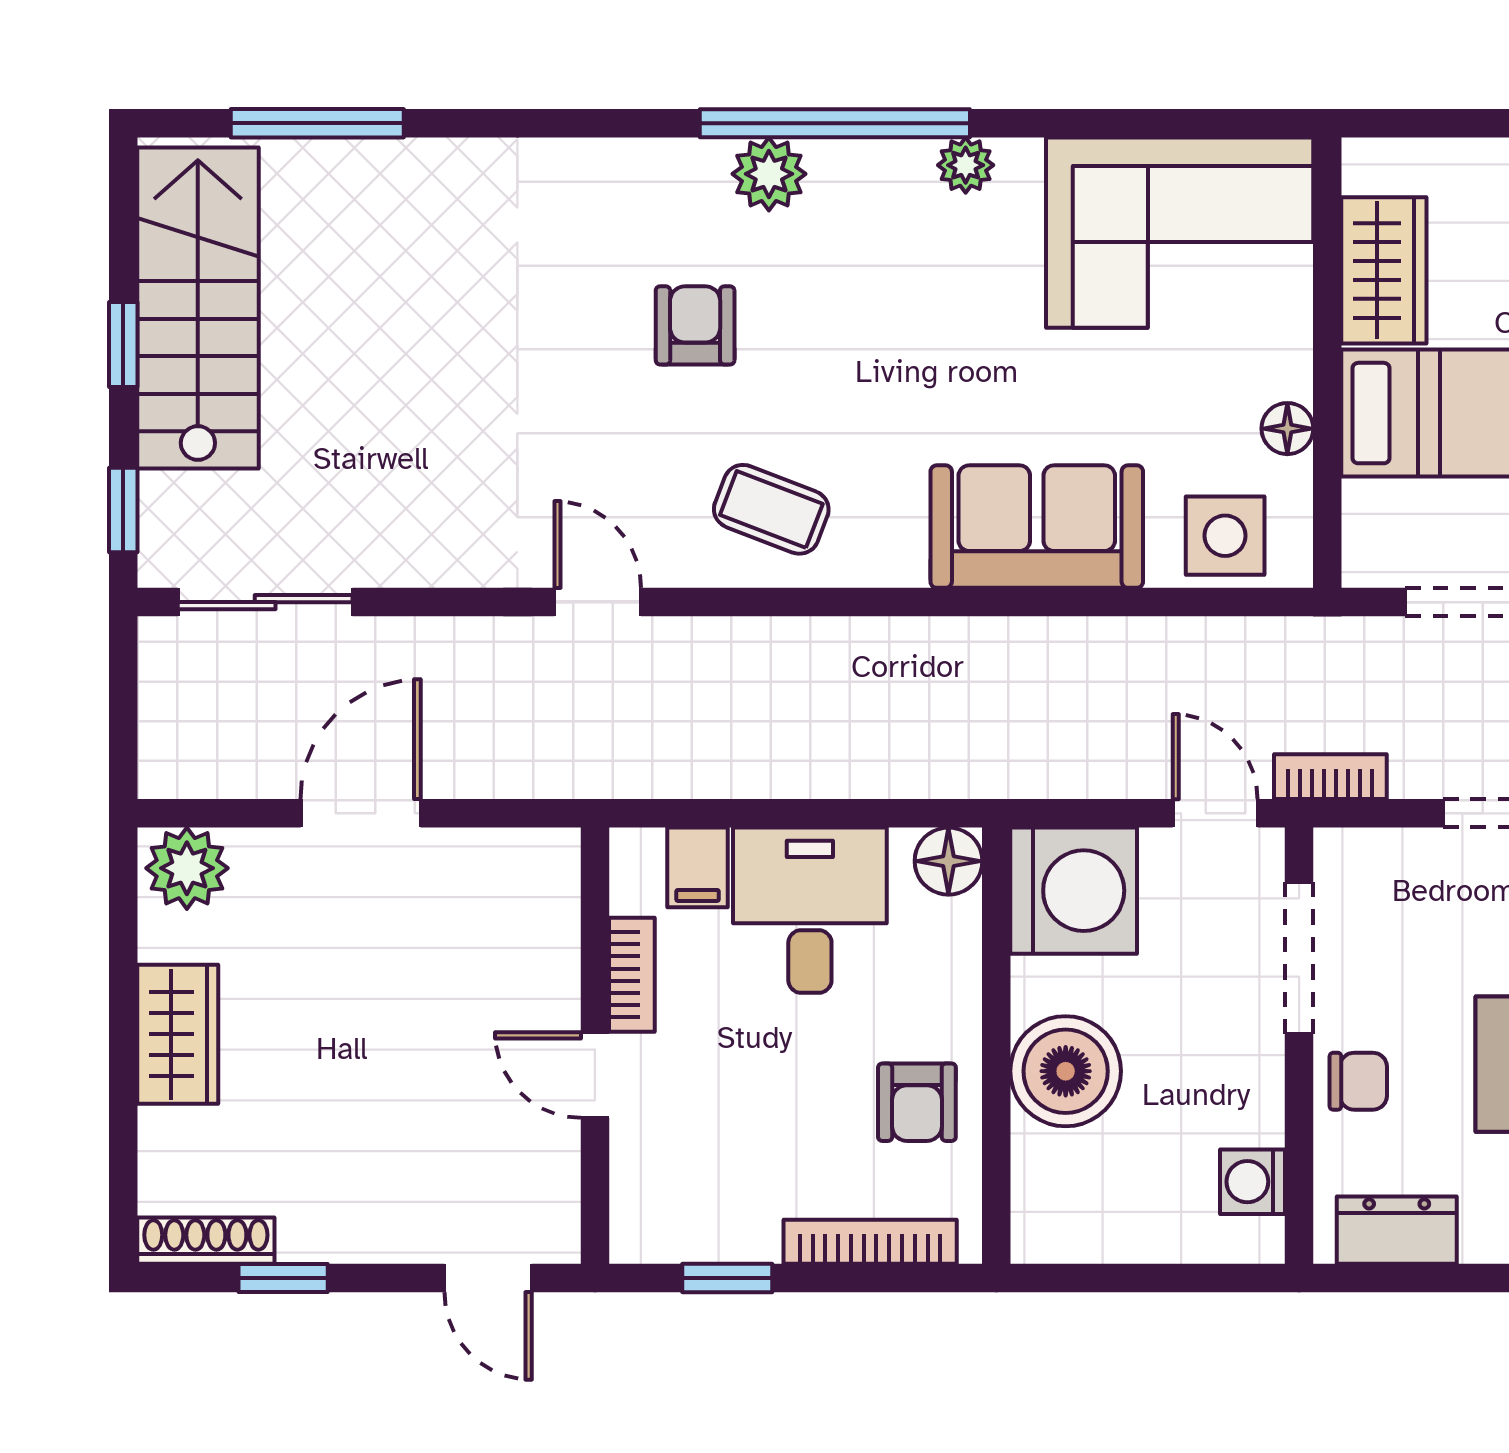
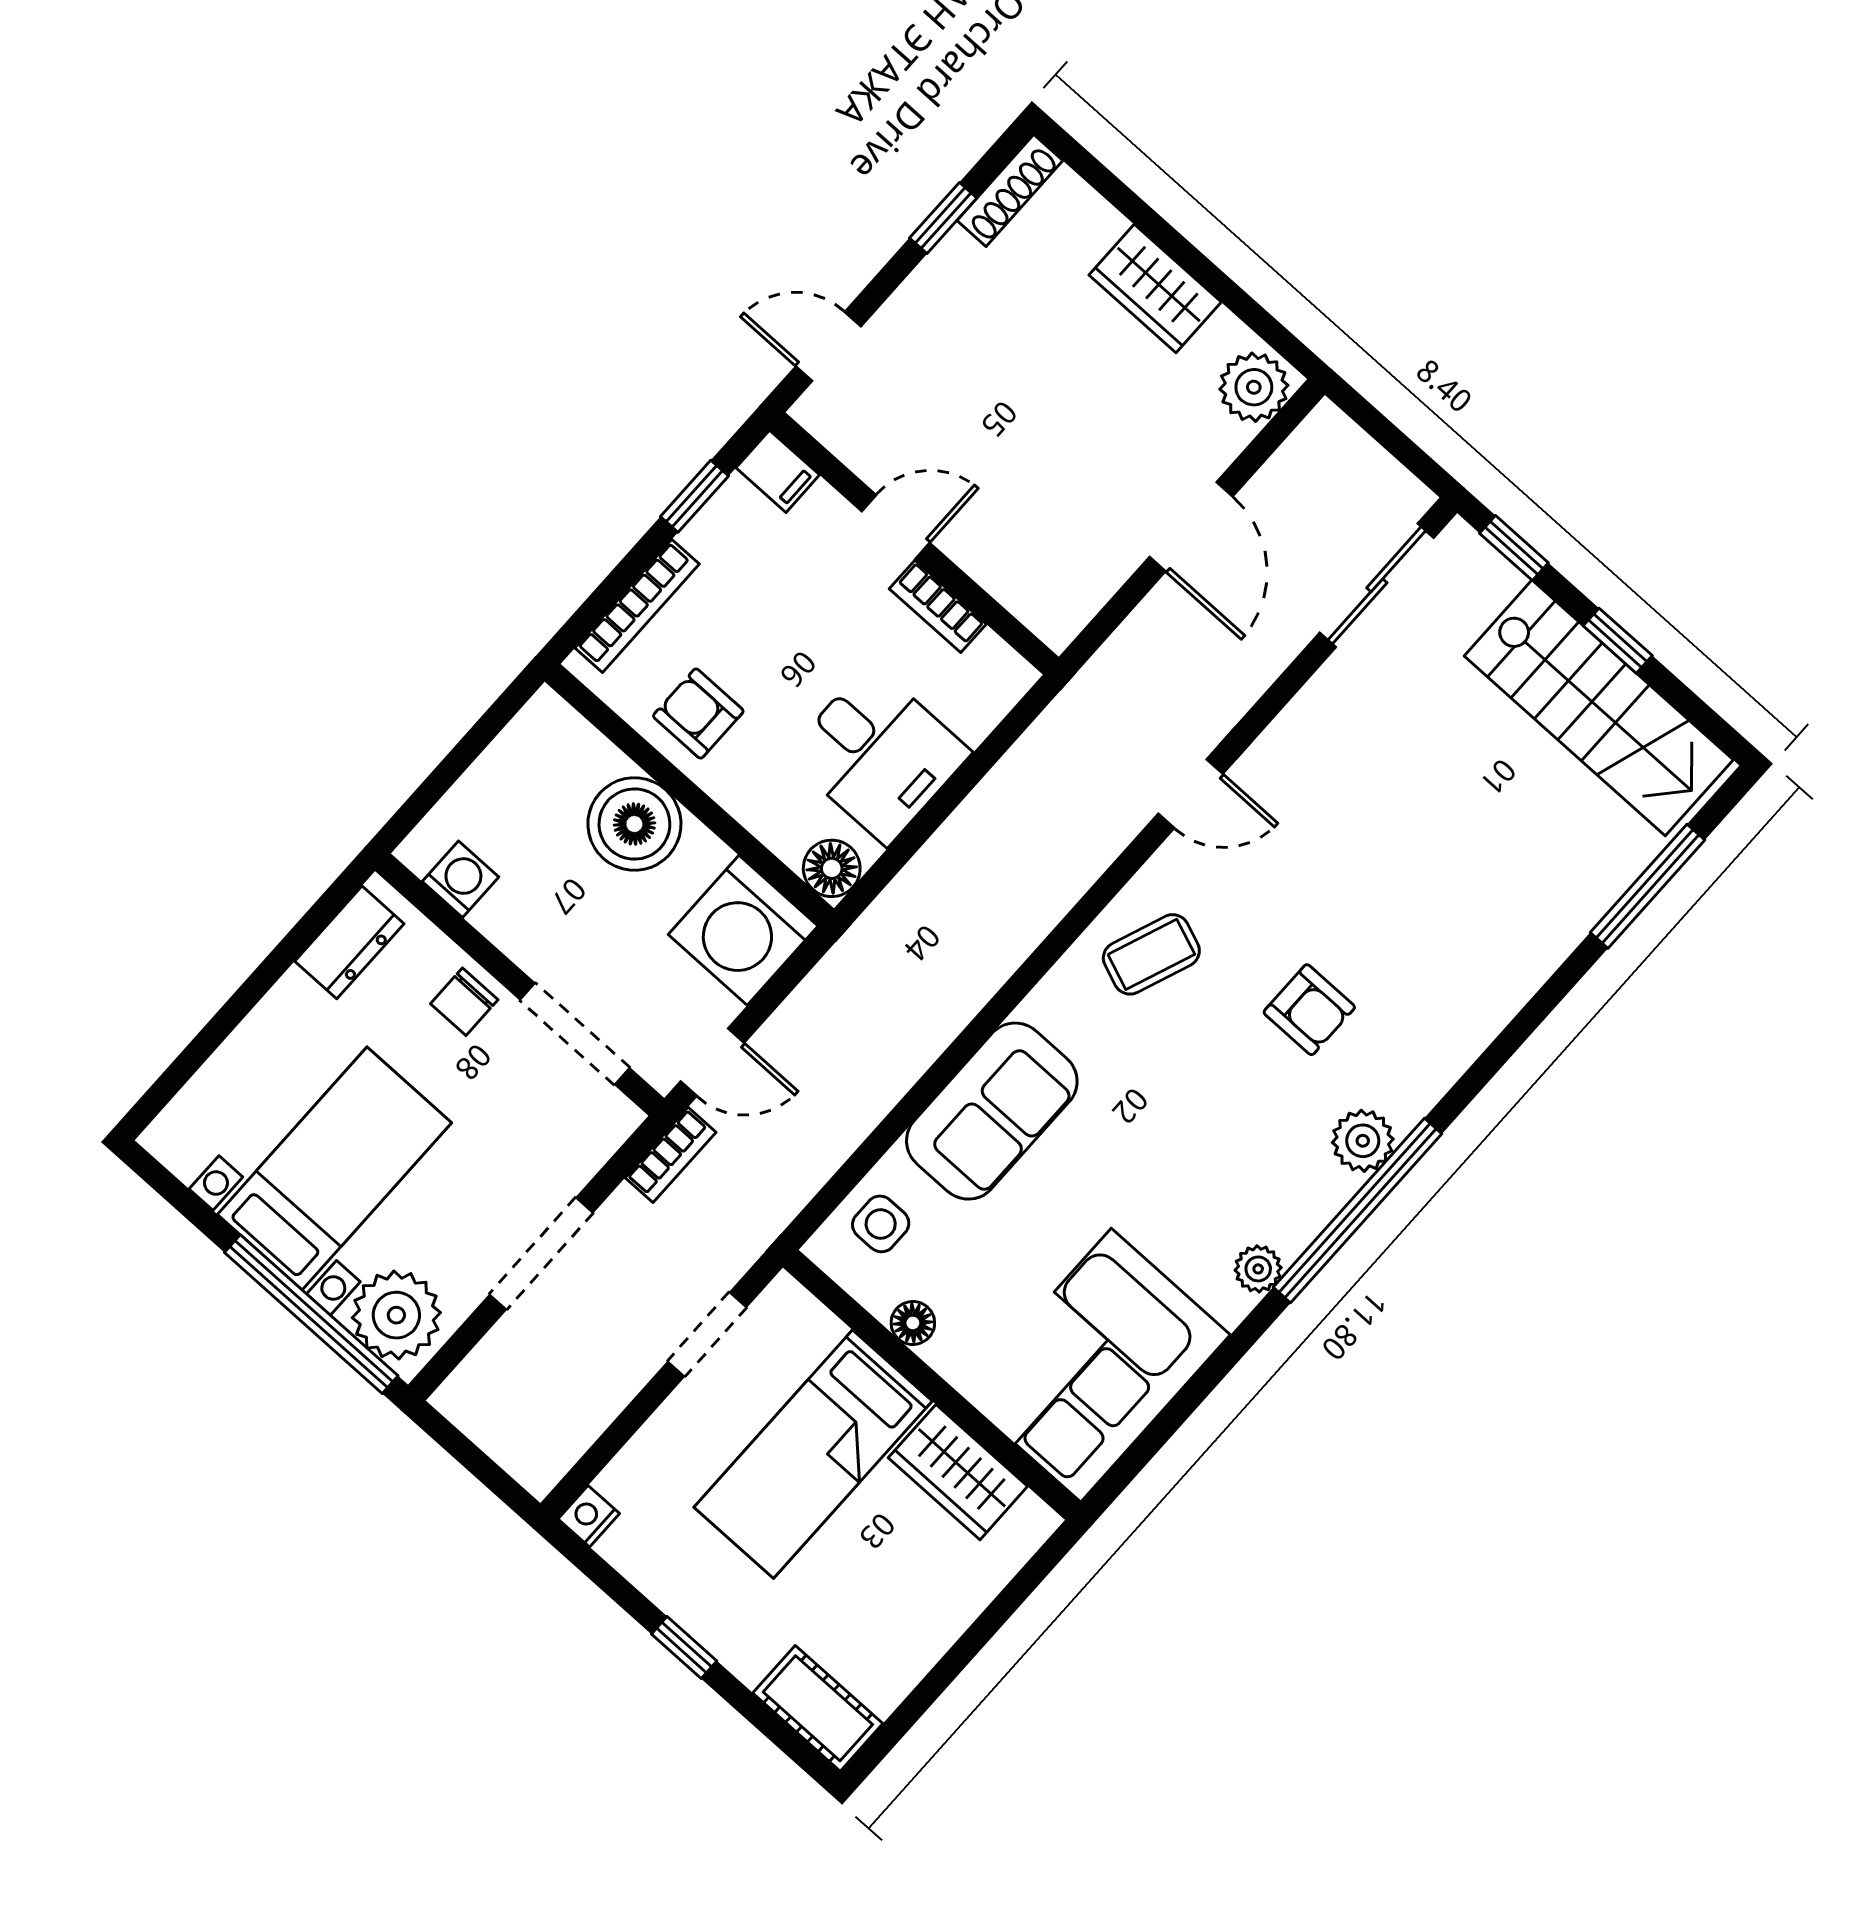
side table: (1225, 536) -> (881, 1224), width x0.73, depth x0.73
filing cabinet: (698, 867) -> (778, 471), moved, turned 180

